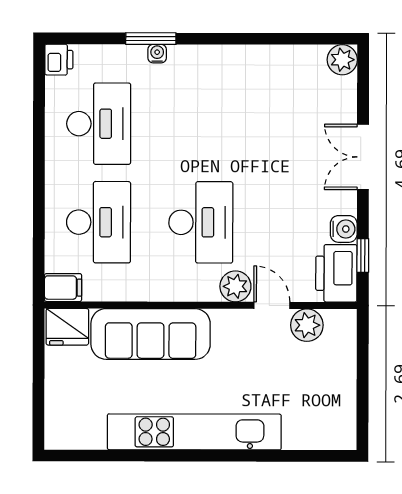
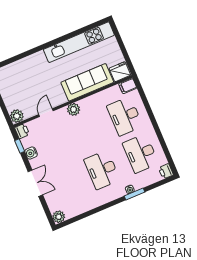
desk: (201, 222) -> (102, 170), moved
printer: (336, 273) -> (22, 131), width x0.53, depth x0.68
plant: (235, 286) -> (73, 109), moved
door: (272, 305) -> (46, 113), swing flipped
plant: (307, 325) -> (17, 116), moved
kitchen unit: (194, 432) -> (79, 42), moved

